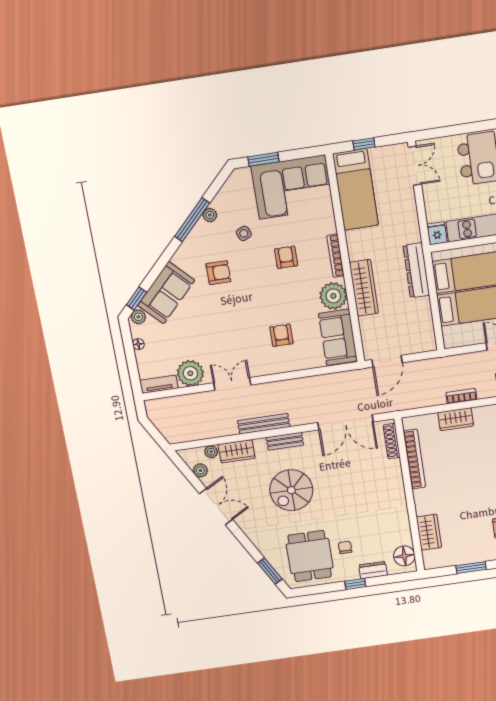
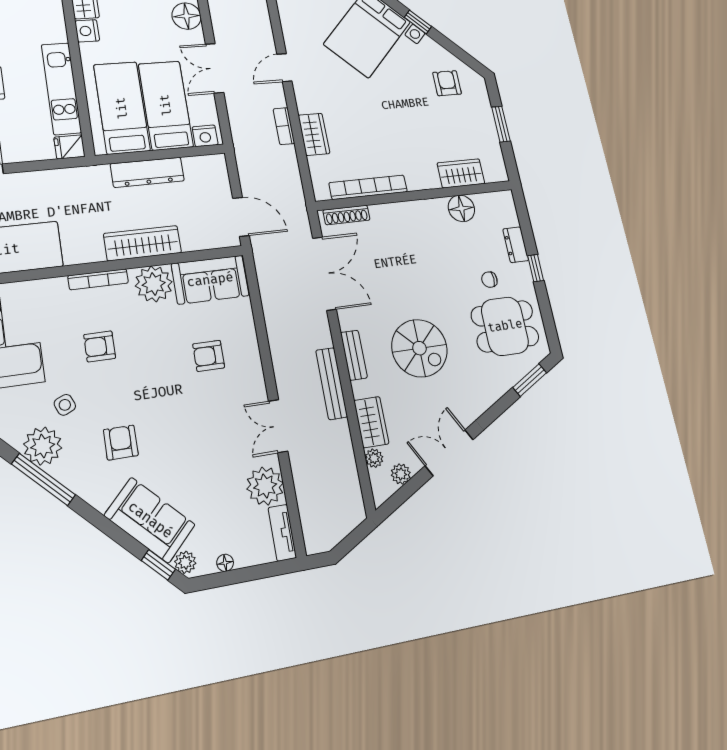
plant: (210, 215) -> (43, 446), width x1.88, depth x1.88
dresser: (416, 270) -> (147, 172), moved
nightstand: (451, 335) -> (205, 136), added
floor lamp: (404, 556) -> (461, 208), moved

